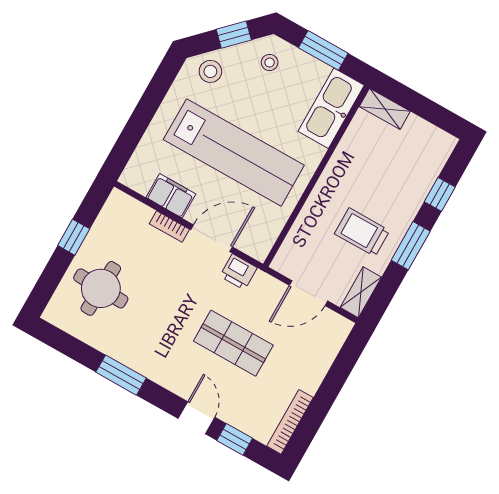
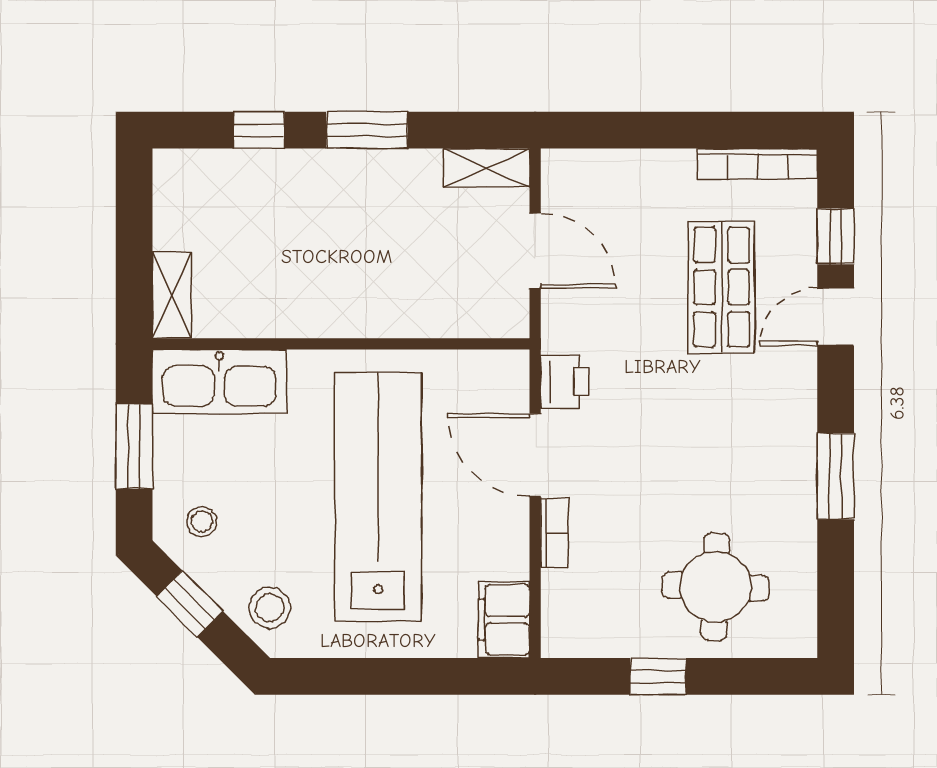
filing cabinet: (171, 196) -> (504, 620), moved
trolley: (362, 232) -> (389, 220), removed
shop shelf: (233, 343) -> (722, 287), moved

